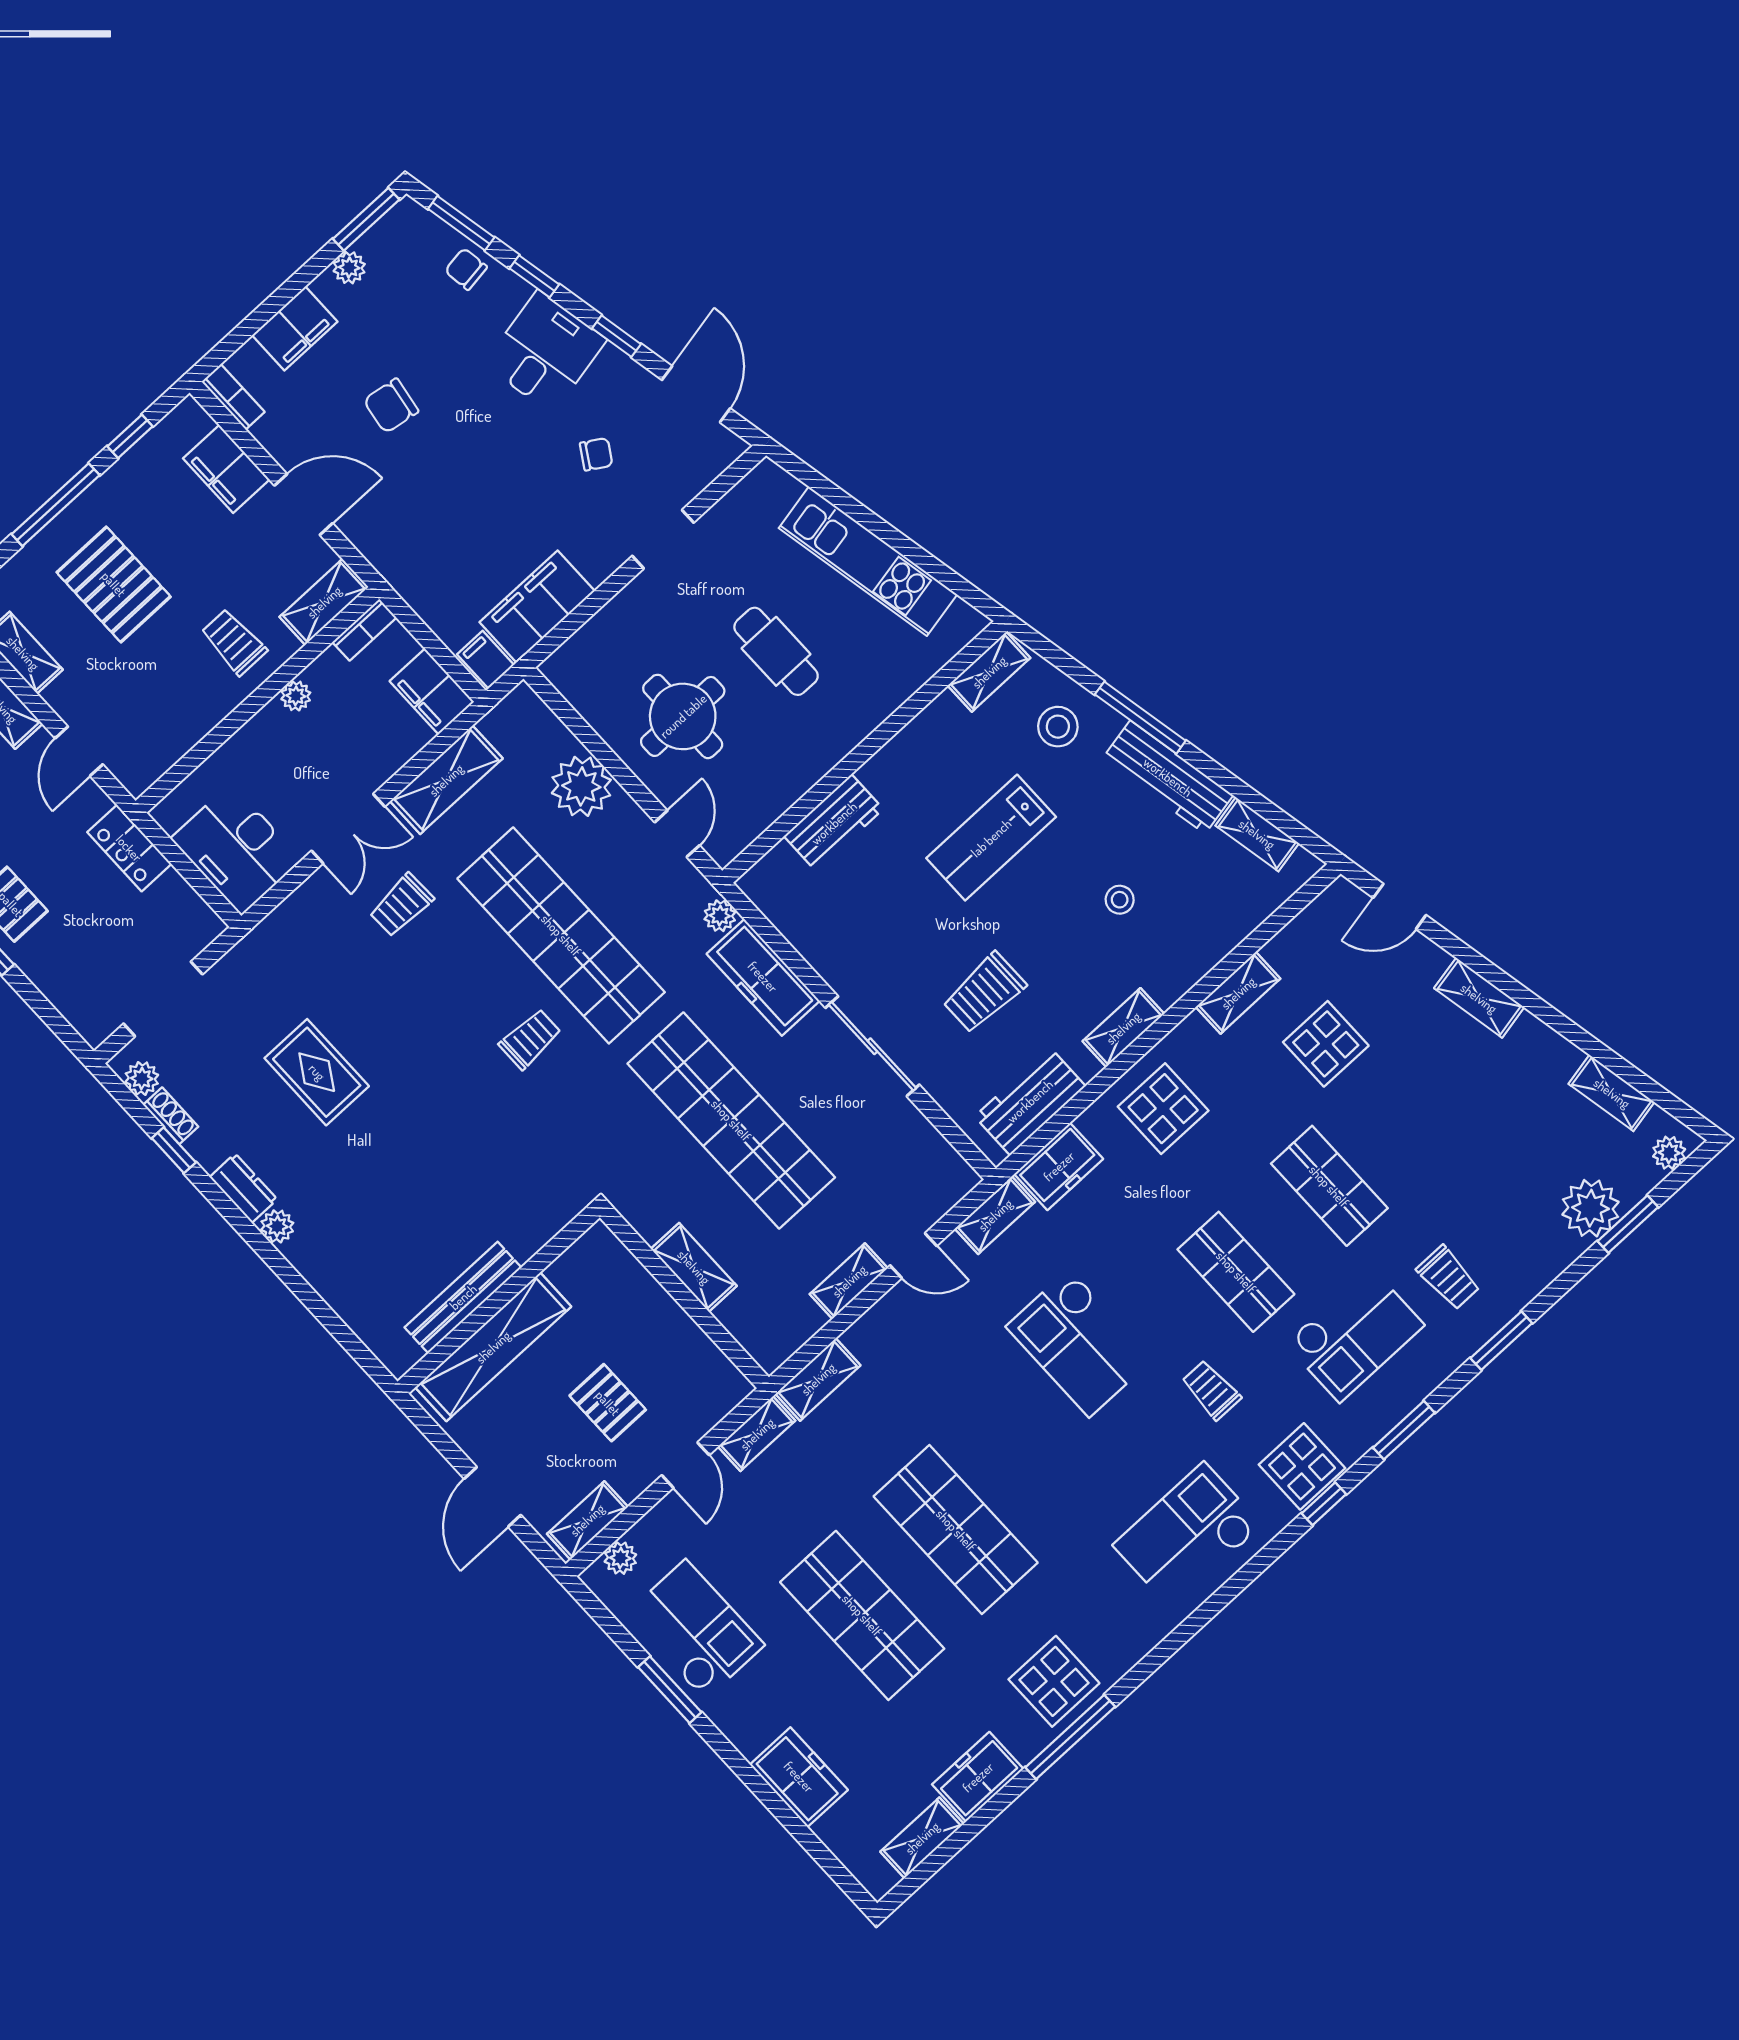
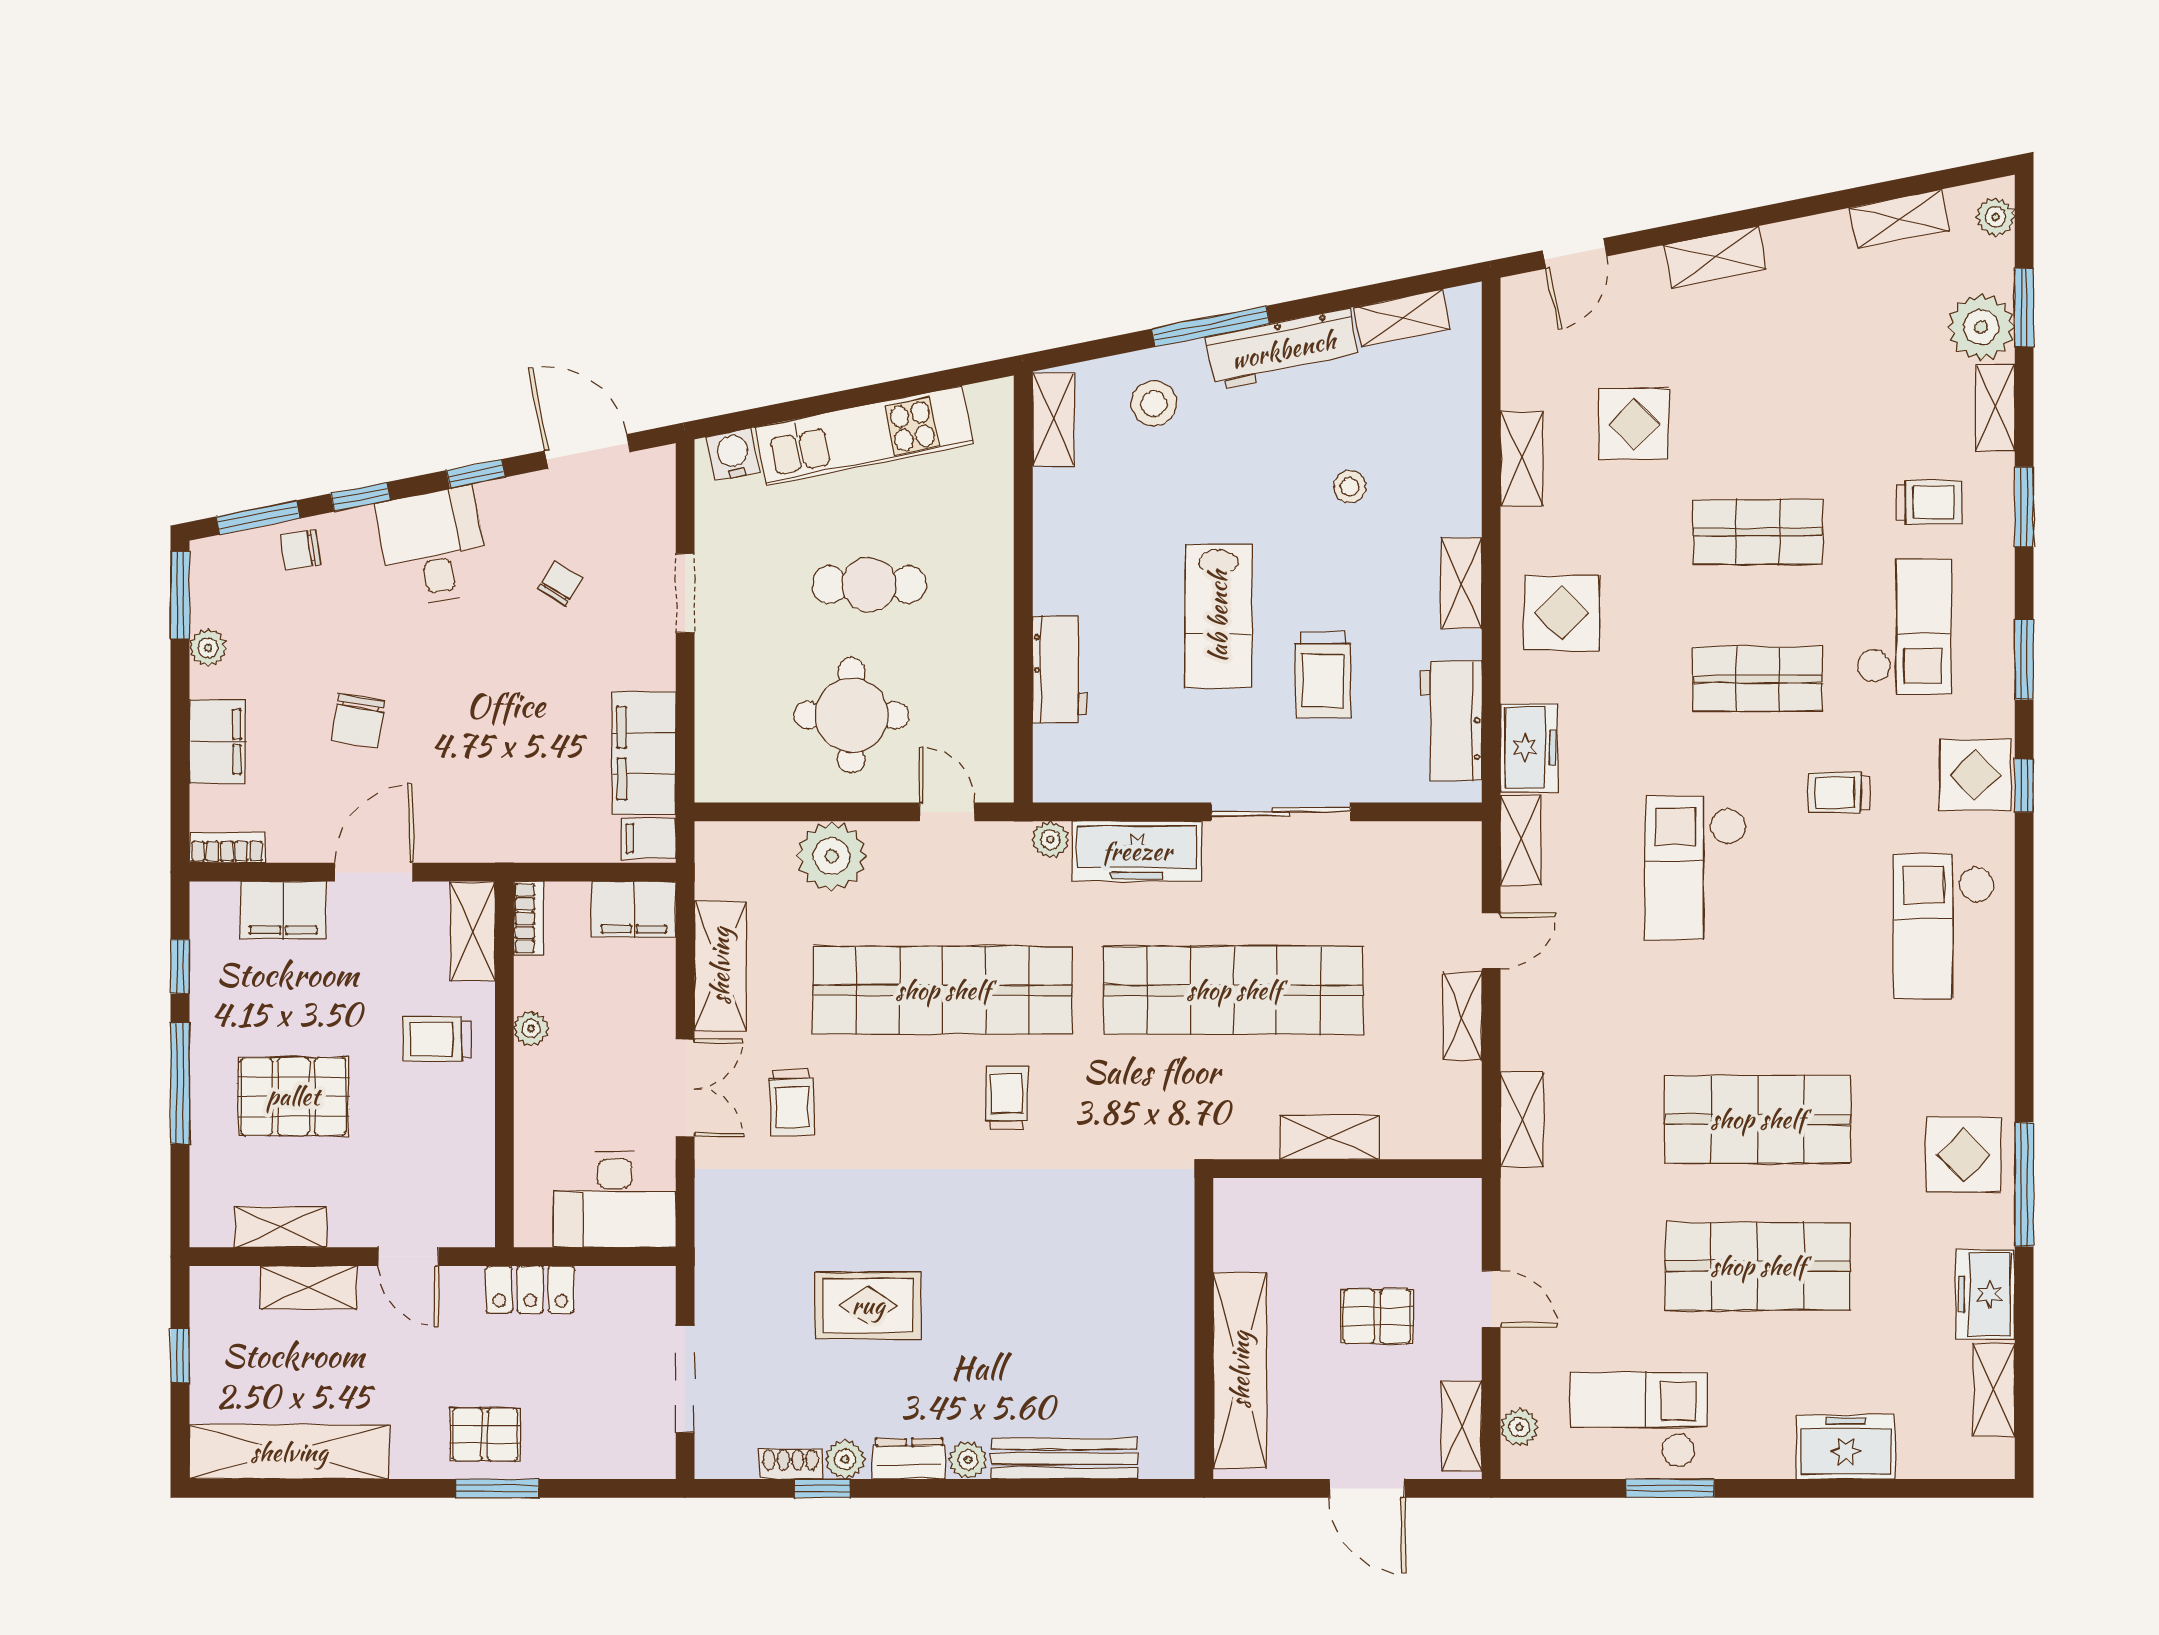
water cooler: (779, 489) -> (733, 454), added
lab bench: (991, 838) -> (1218, 616), moved
plant: (142, 1079) -> (845, 1459), moved
bench: (463, 1297) -> (1064, 1459), moved, turned 90
checkout: (1079, 1343) -> (1696, 868), turned 90
shelving: (757, 1434) -> (1995, 408), moved

